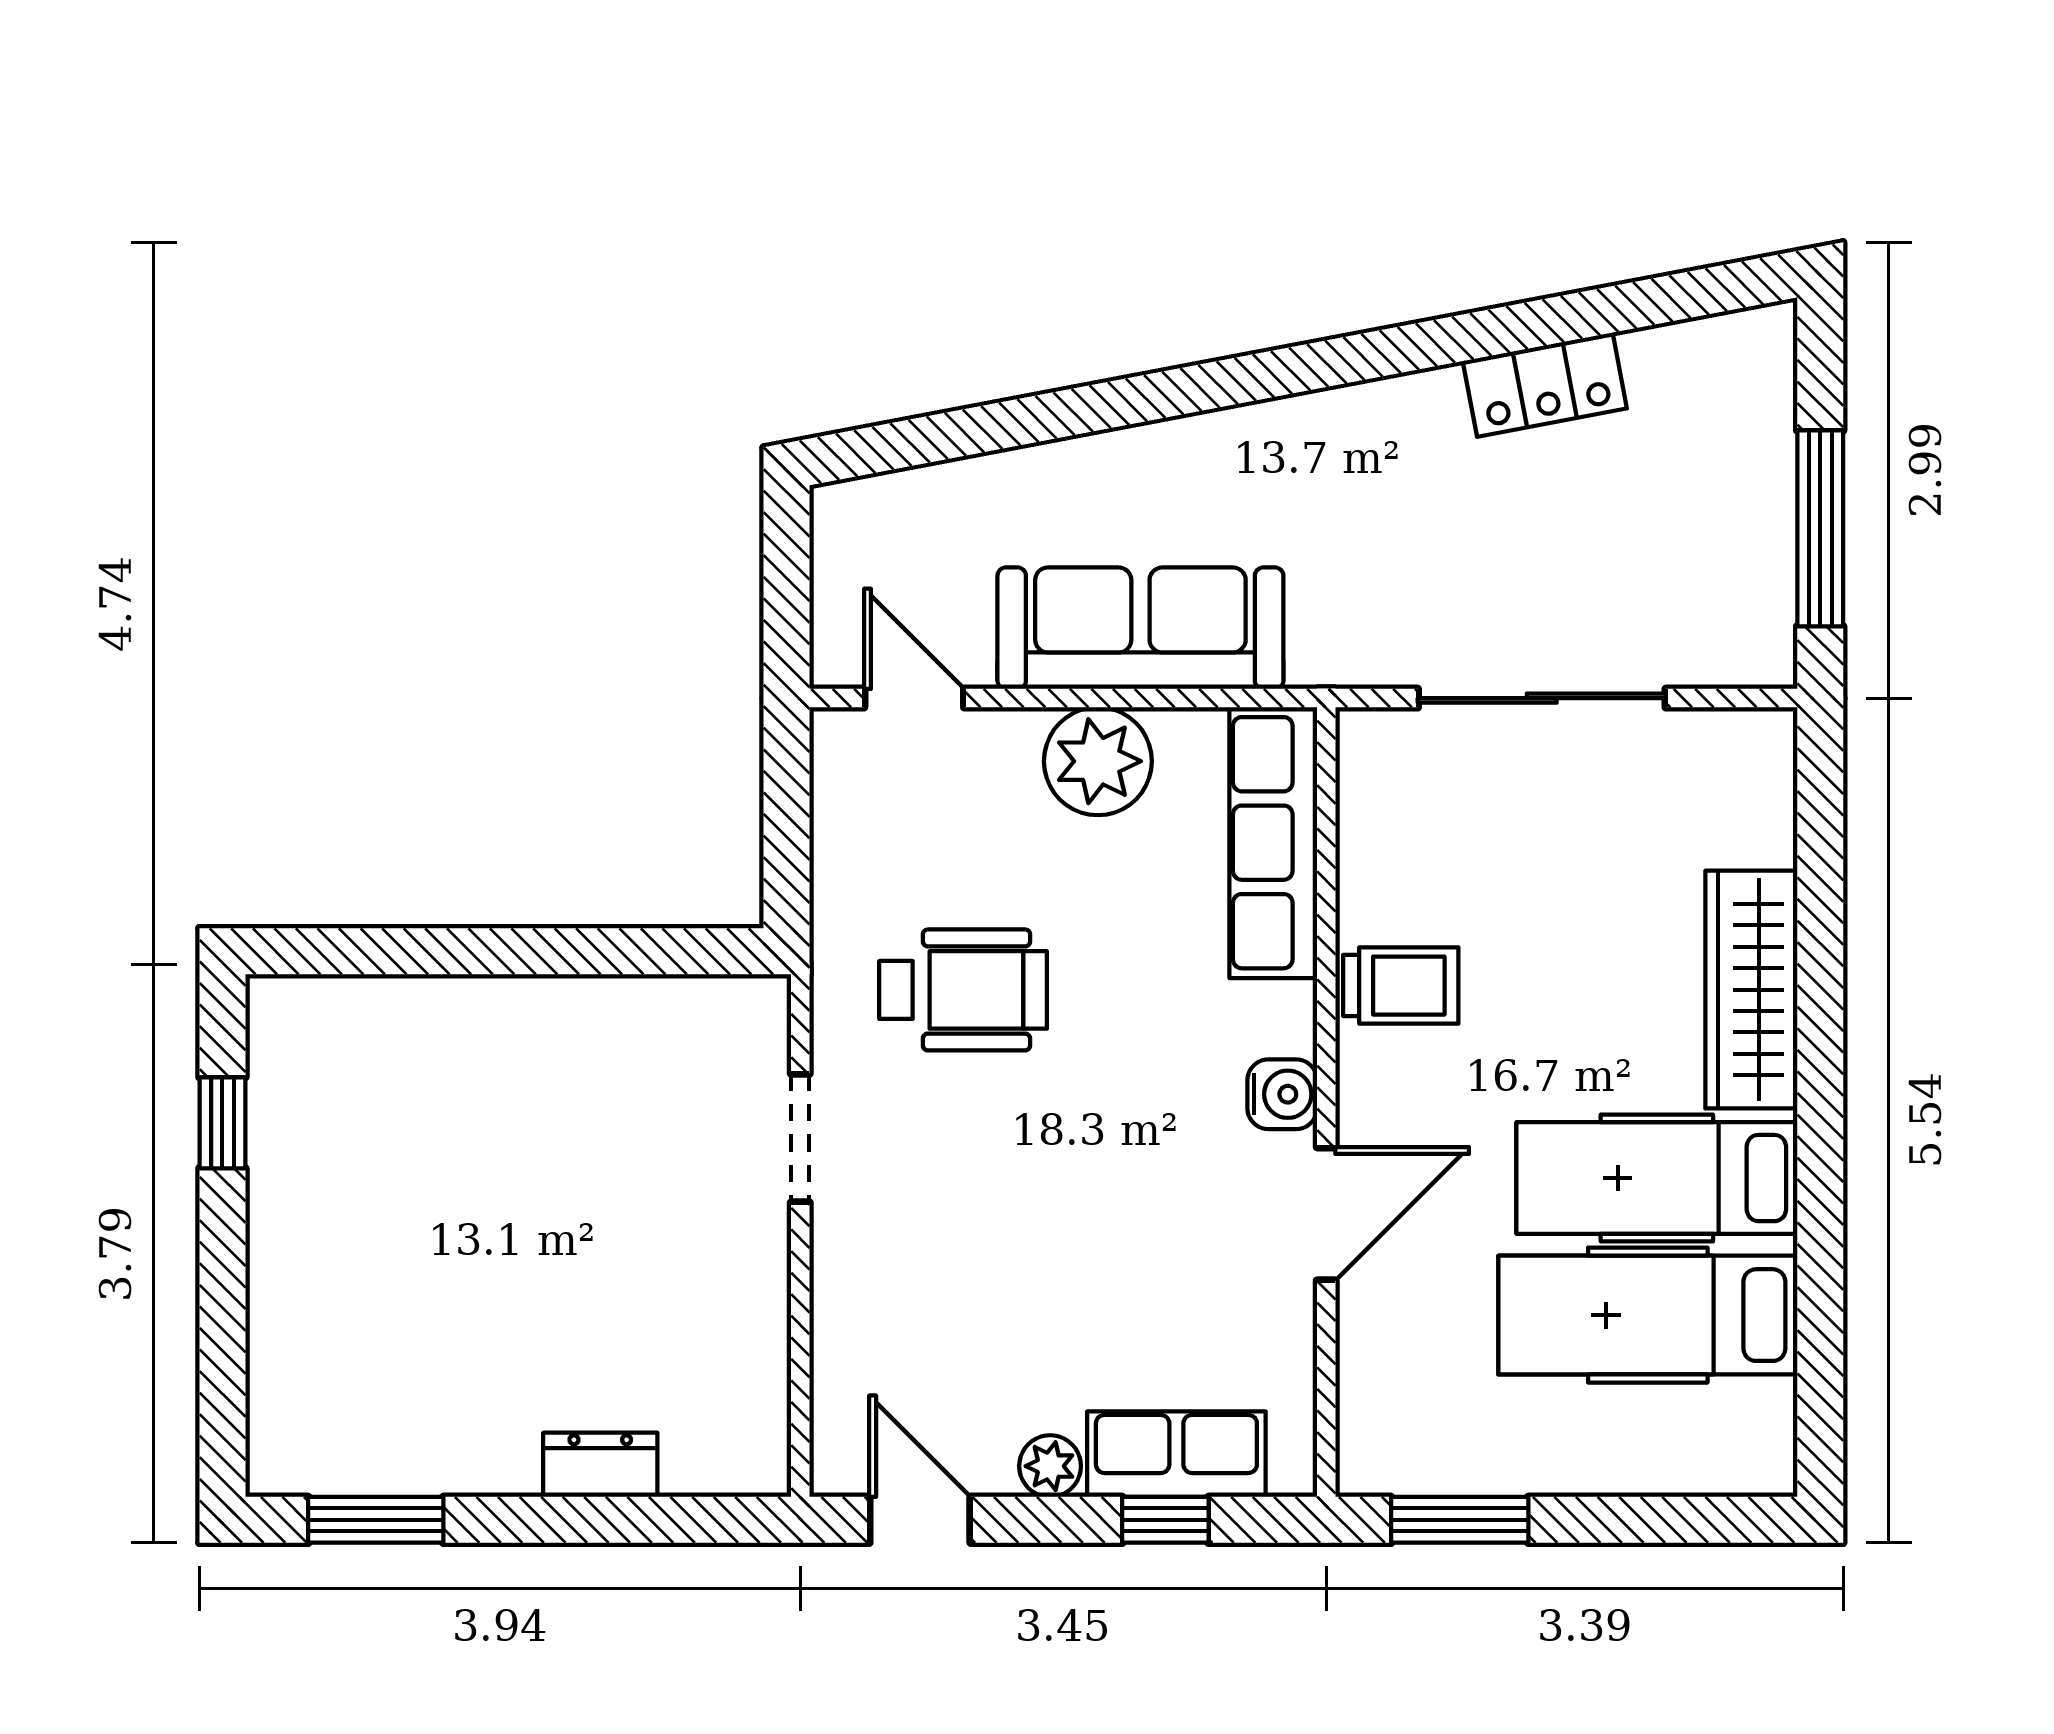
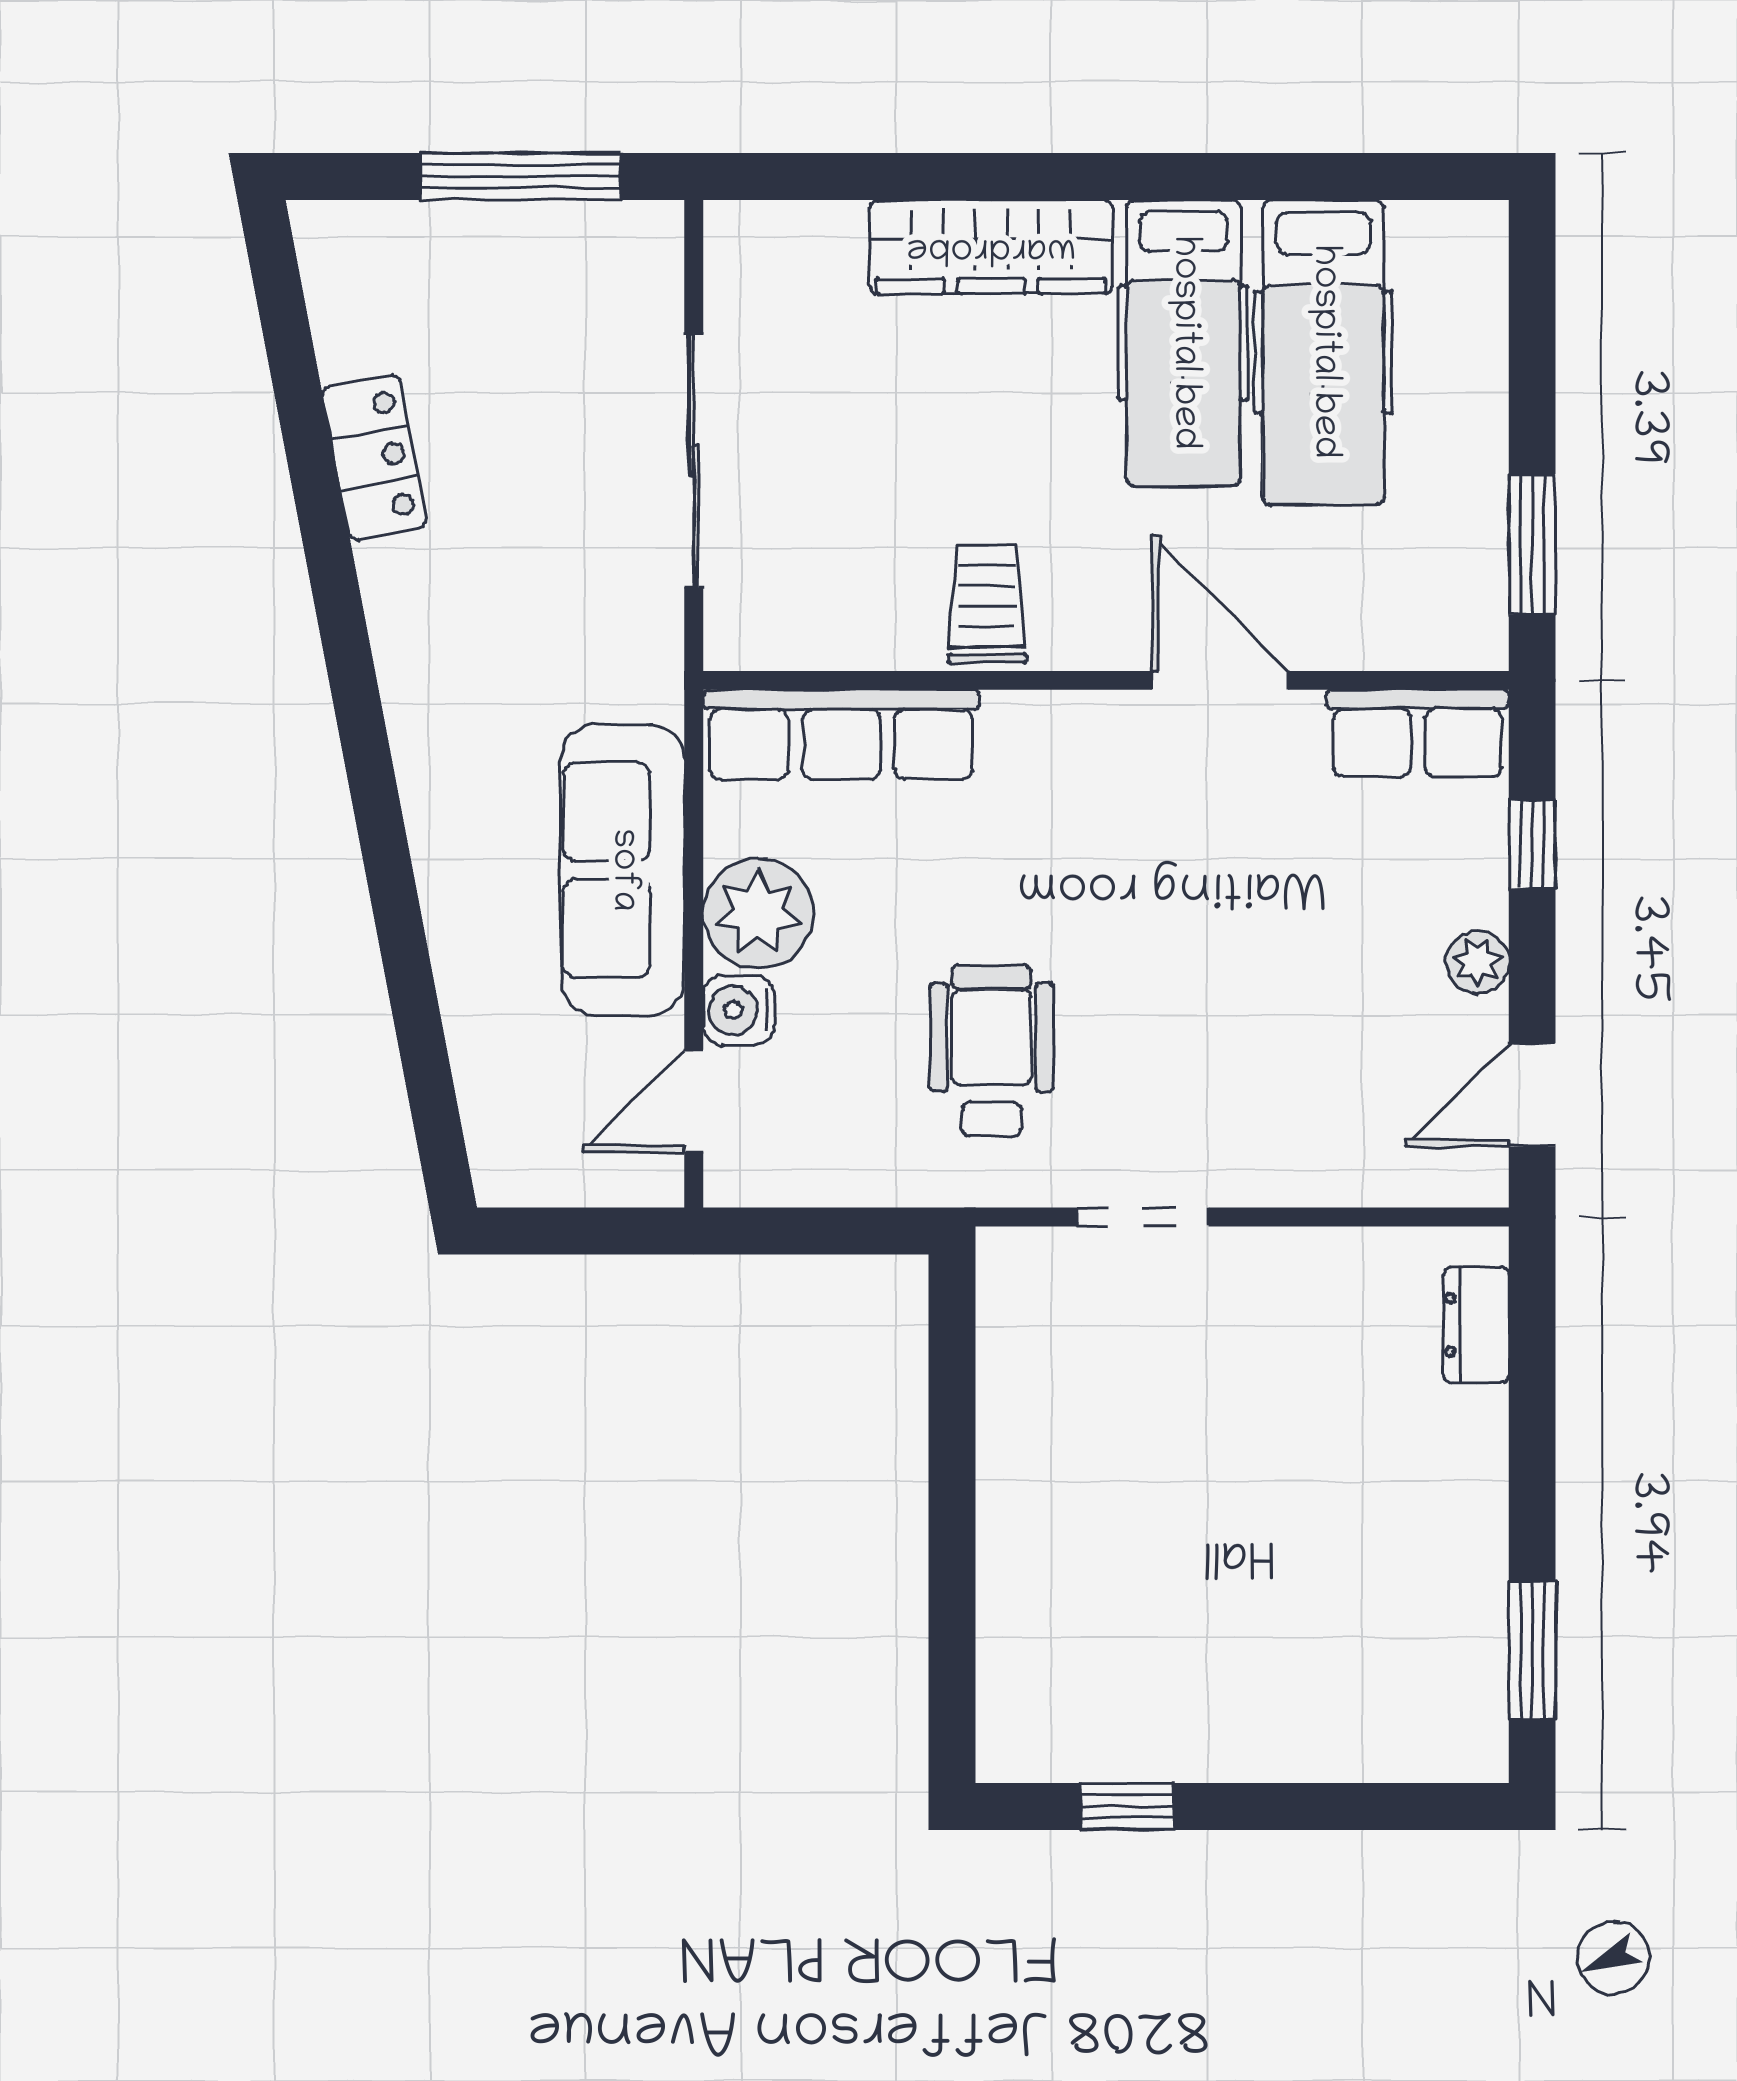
water cooler: (1282, 1094) -> (739, 1010), moved, turned -90
row of seats: (1176, 1454) -> (1418, 733), moved, turned -90
dresser: (600, 1465) -> (1476, 1325), moved

